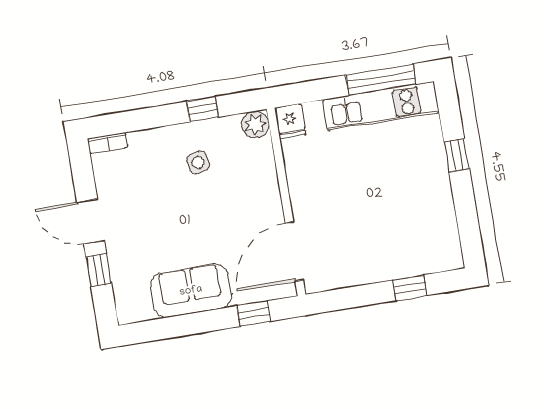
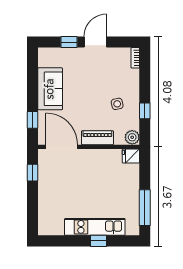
kitchen unit: (381, 106) -> (95, 227), moved, turned 90
piano: (267, 188) -> (97, 138), added
window: (410, 288) -> (33, 173), moved

